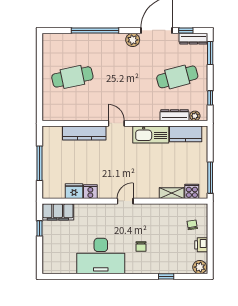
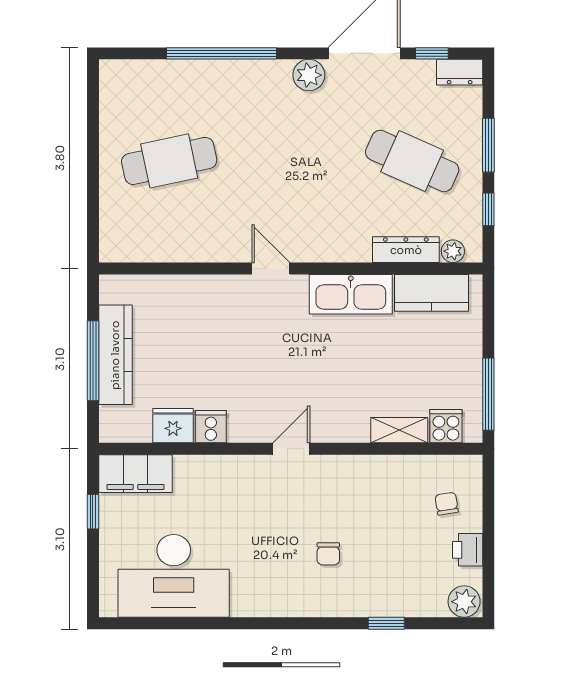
dresser: (193, 39) -> (460, 72), width x0.70
window: (210, 53) -> (488, 145), moved
cafe table: (177, 77) -> (412, 161), turned 39
kitchen counter: (84, 133) -> (115, 355), moved, turned -90
desk: (101, 256) -> (174, 576), moved

